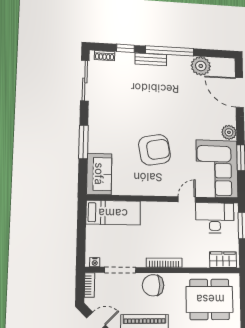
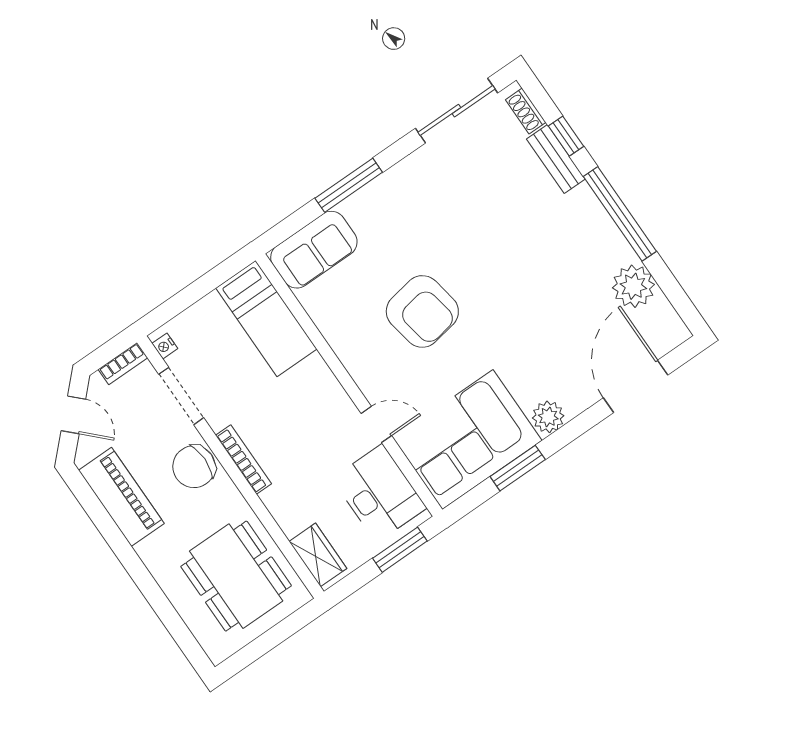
bench: (151, 59) -> (556, 159), moved
chair: (153, 285) -> (194, 467), turned -90

